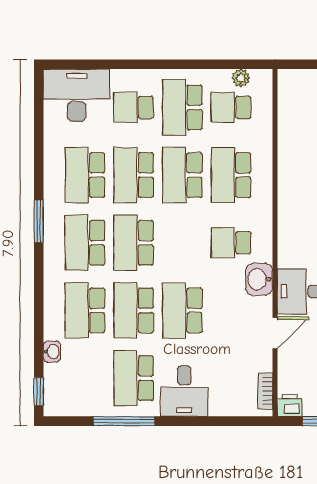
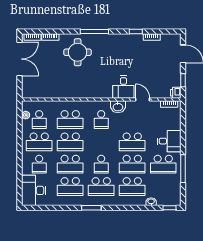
school desk: (134, 243) -> (101, 164), width x0.54

